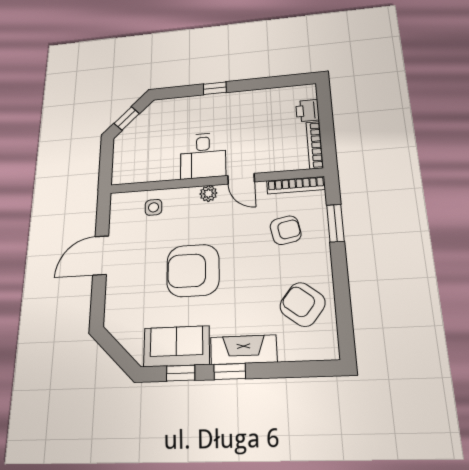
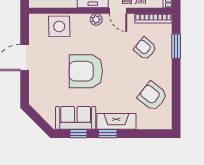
side table: (153, 207) -> (59, 26), width x1.87, depth x1.87
armchair: (286, 230) -> (145, 49), turned -129

